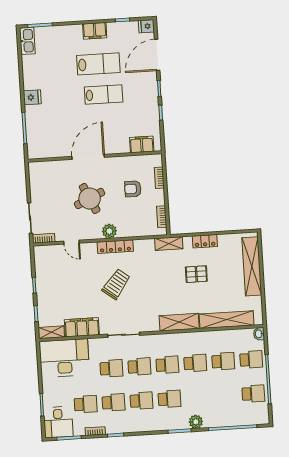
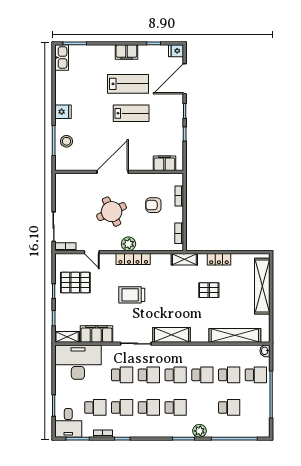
stool: (38, 128) -> (66, 141), added
pallet: (56, 275) -> (75, 283), added
trolley: (116, 284) -> (132, 295), turned -128
shelving: (179, 322) -> (171, 335), moved
school desk: (253, 394) -> (229, 407), moved

